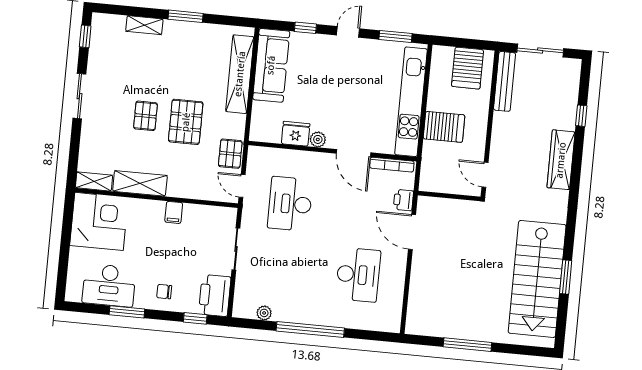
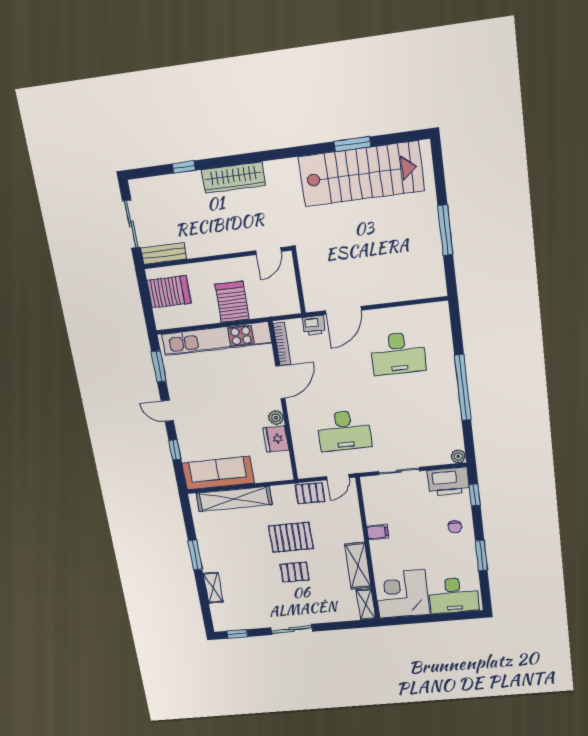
bench: (505, 81) -> (164, 254), width x0.73
desk: (358, 275) -> (398, 353), turned 180
desk: (109, 285) -> (453, 595), moved, turned 90
plant: (264, 313) -> (458, 456), moved

